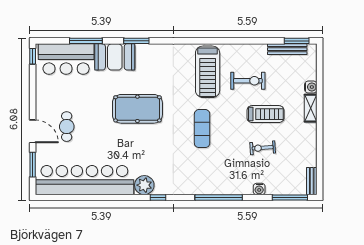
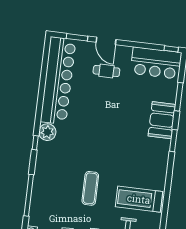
bar counter: (66, 59) -> (156, 63), moved, turned -90
pool table: (137, 109) -> (114, 134), removed
exercise mat: (202, 129) -> (90, 188), turned 90
door: (33, 131) -> (106, 41), hinge flipped

